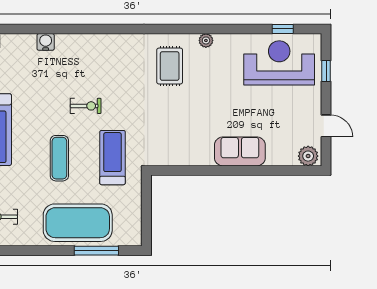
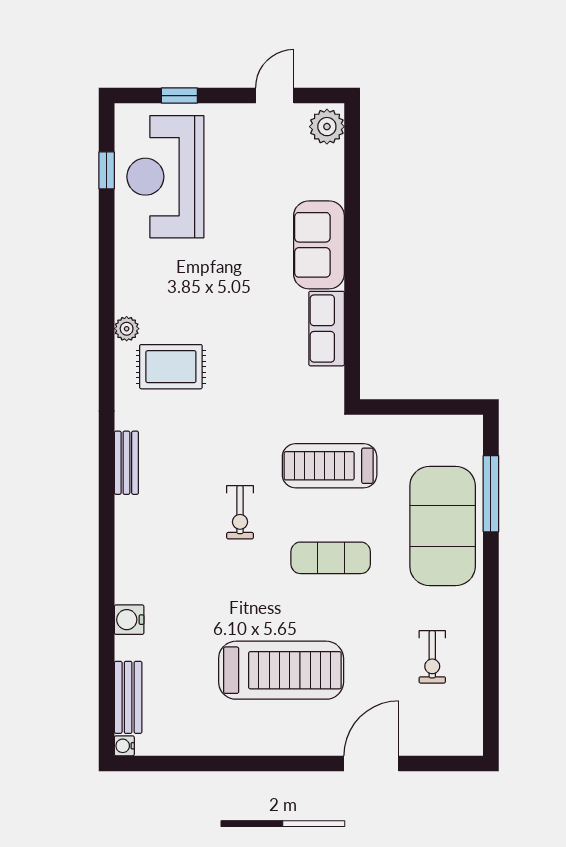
bench: (114, 40) -> (126, 463), added
plant: (206, 40) -> (127, 329), moved
water cooler: (46, 42) -> (129, 620), moved
exercise bike: (86, 106) -> (240, 512), turned 180
row of seats: (192, 156) -> (327, 329), added

